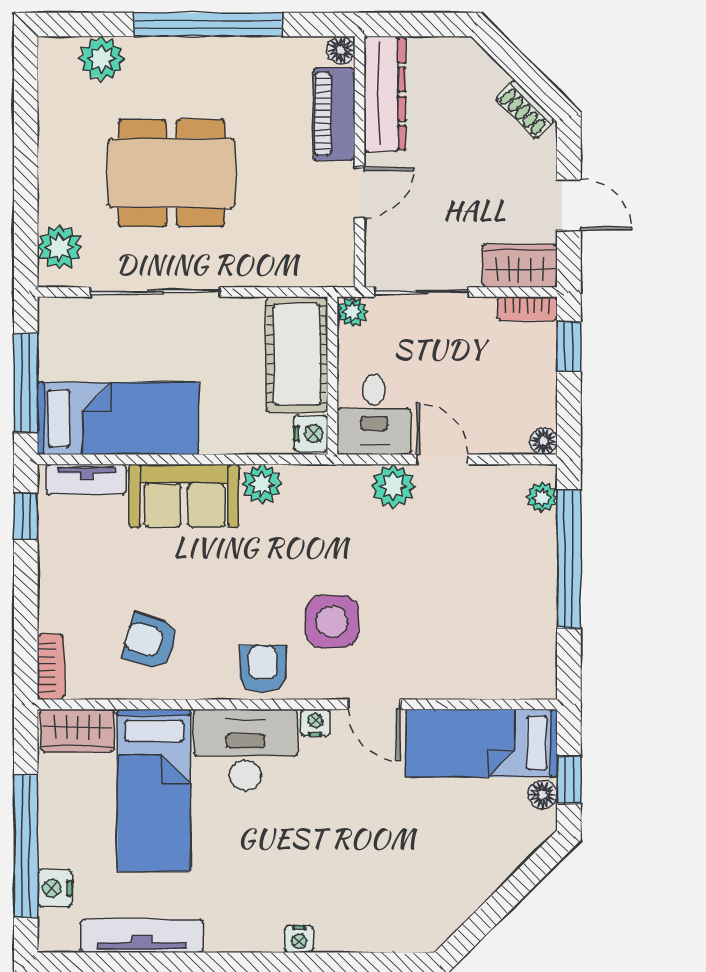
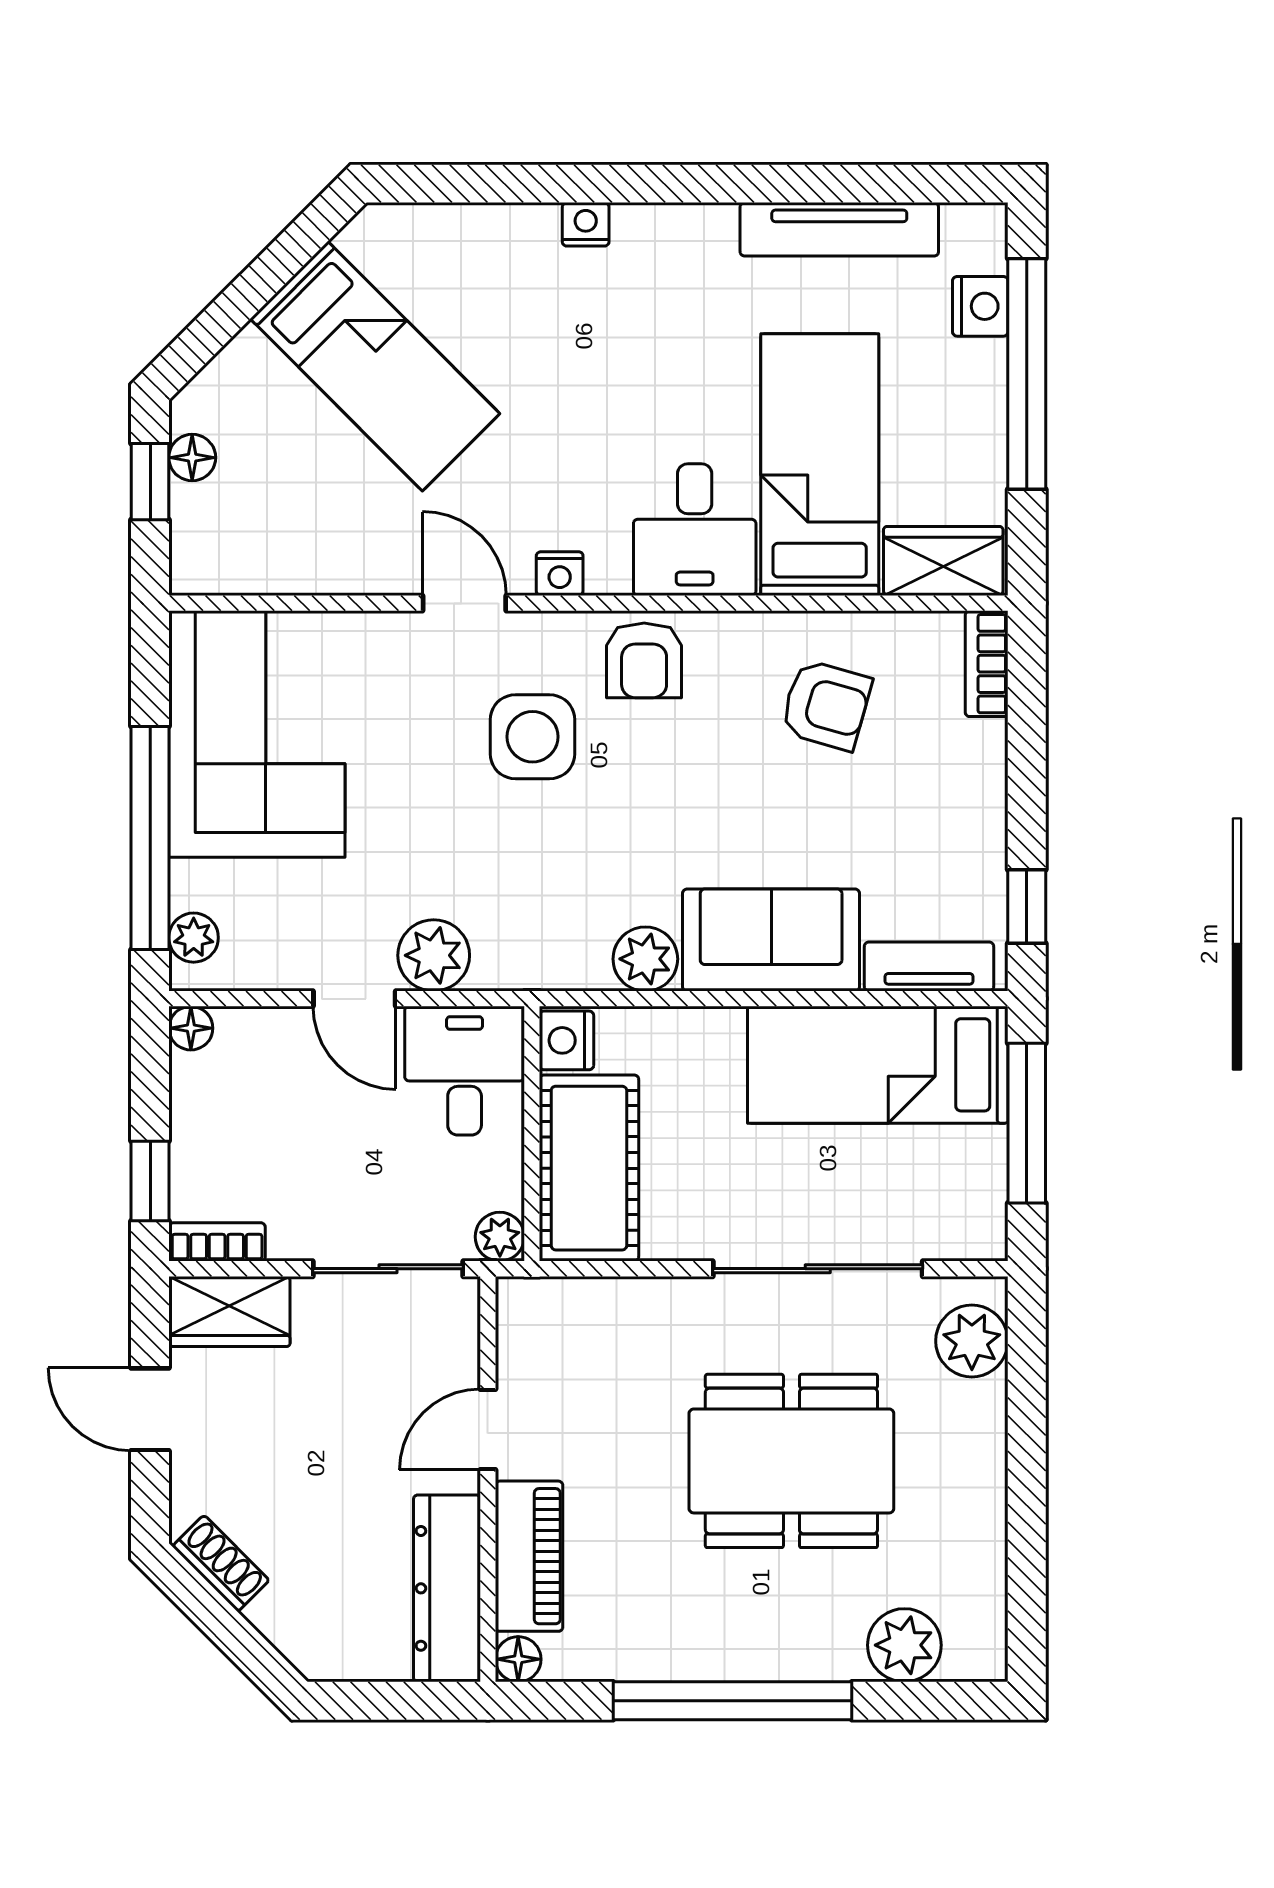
corner sofa: (503, 623) -> (257, 734), added
bed: (482, 743) -> (375, 366), moved, turned 45
desk: (246, 750) -> (695, 530), width x0.73

